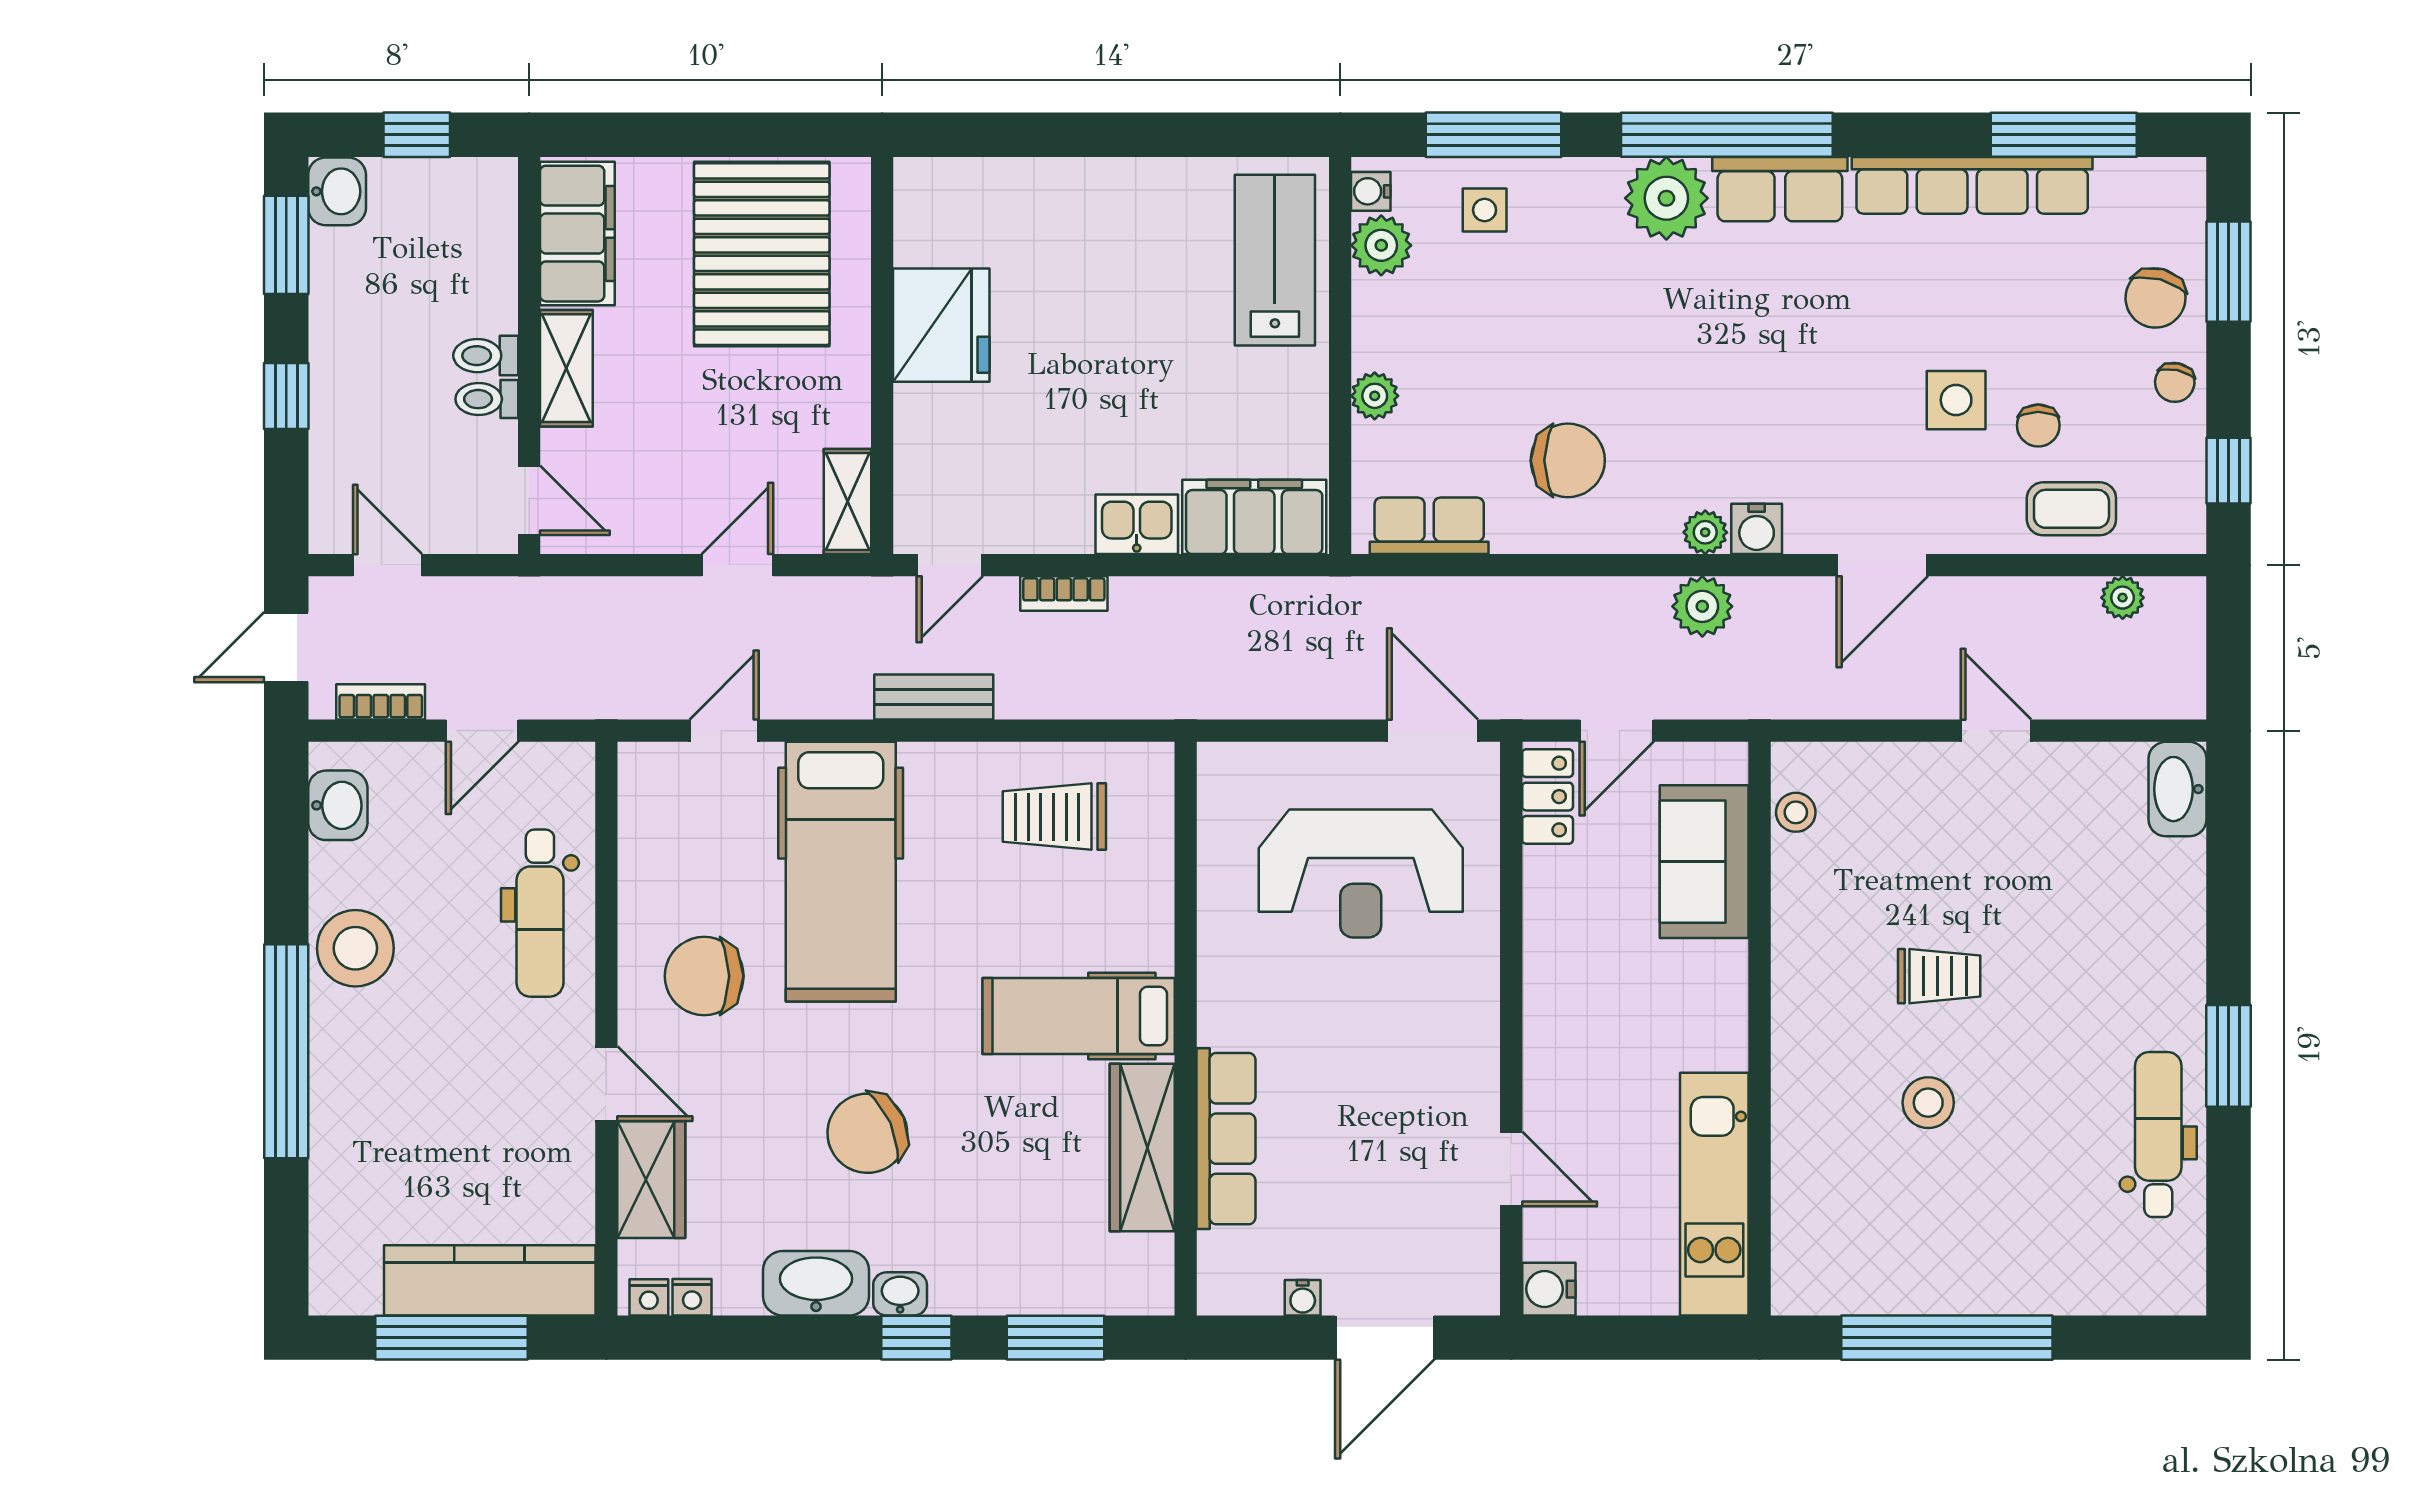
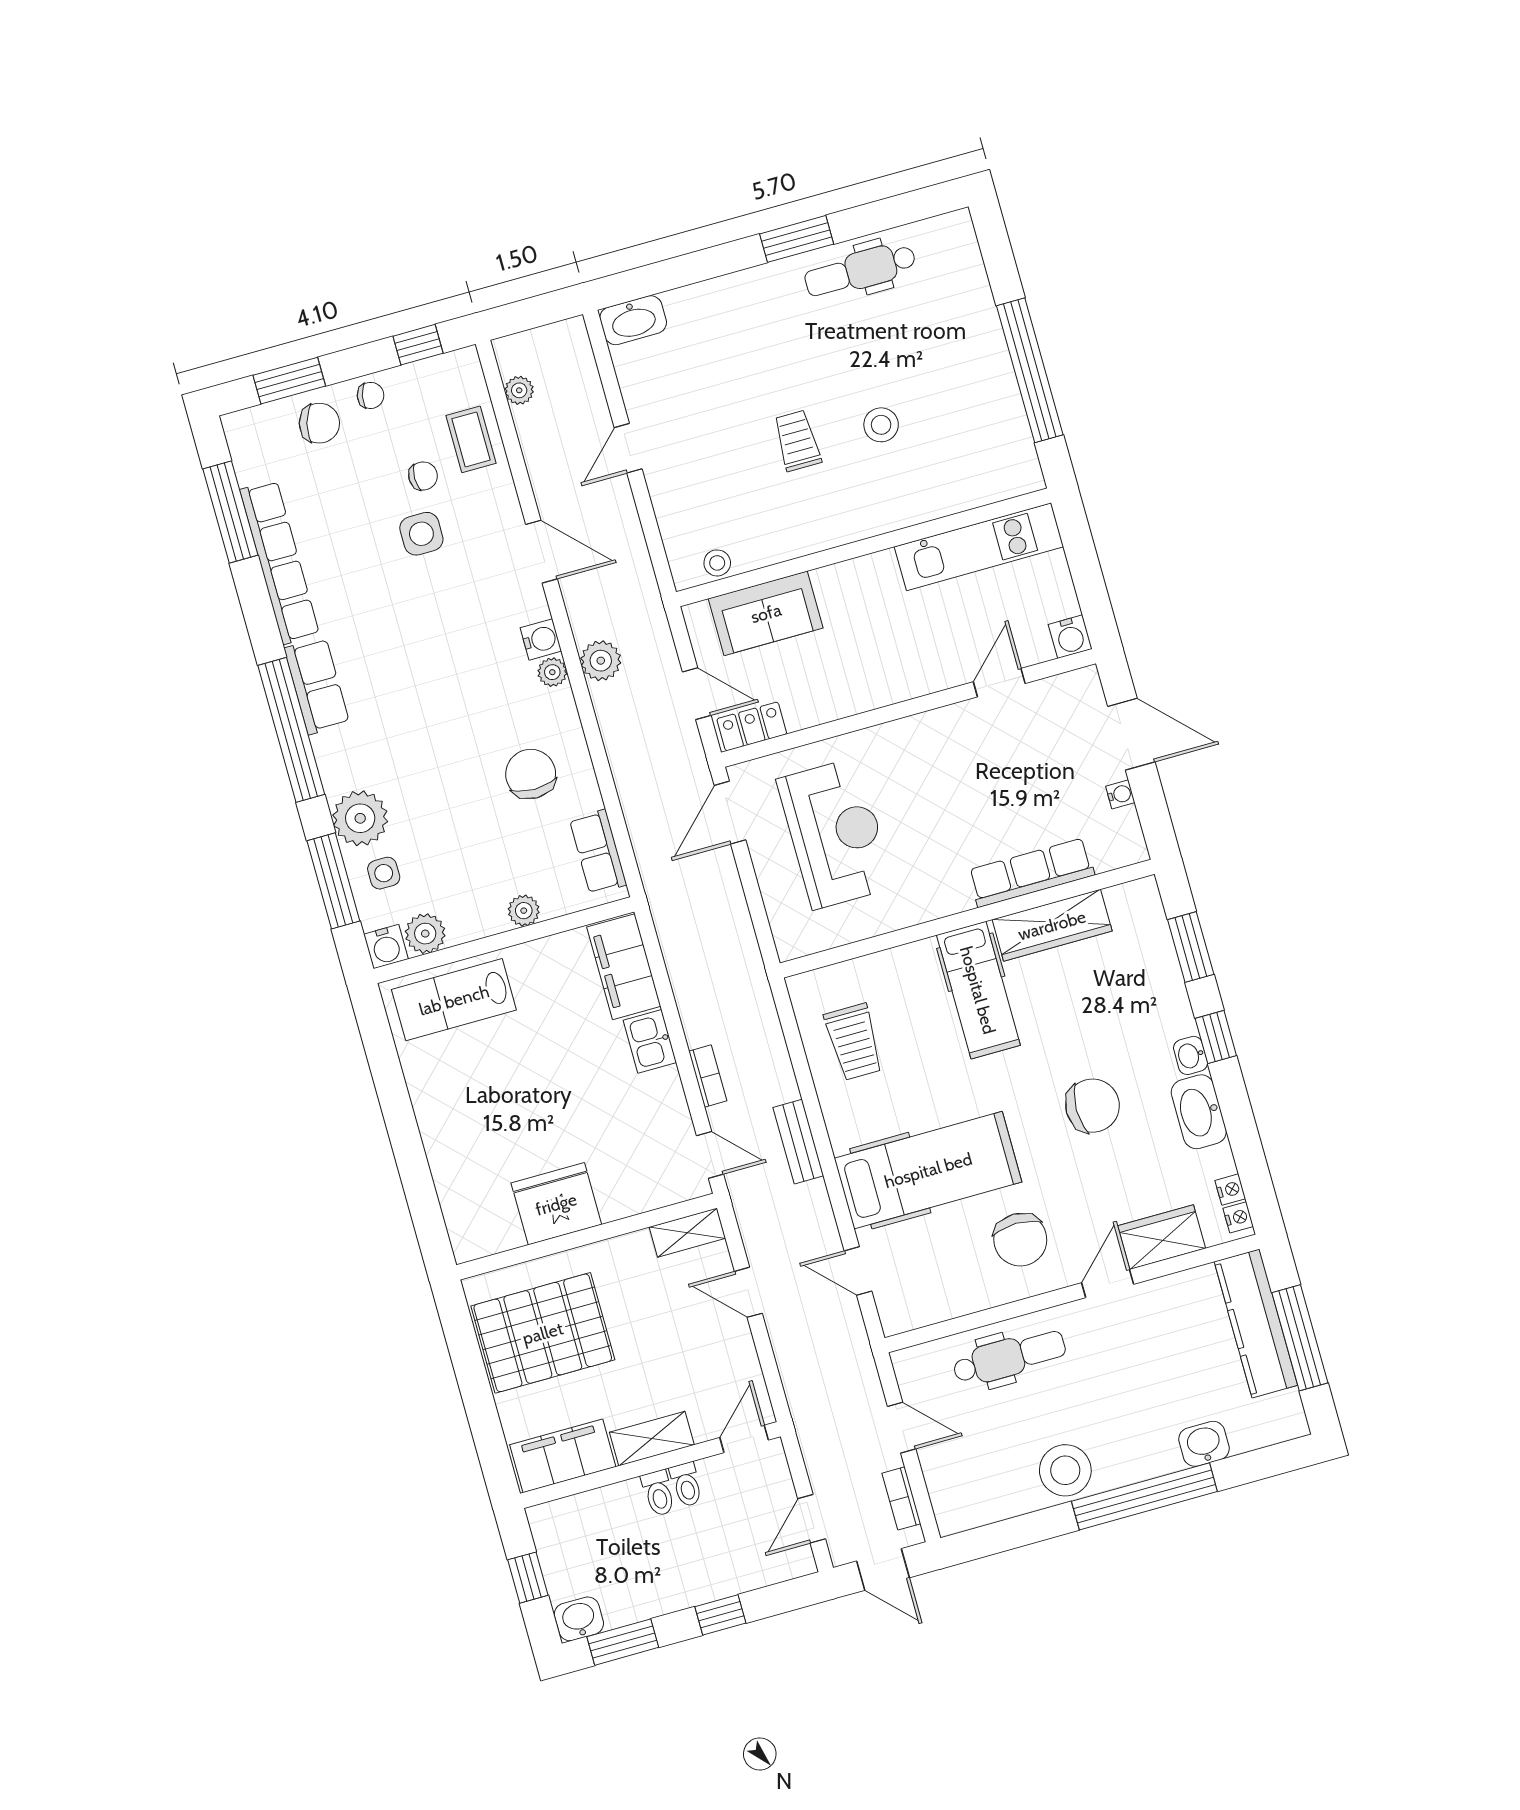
water cooler: (1371, 191) -> (386, 947), width x1.38, depth x1.38
plant: (1666, 198) -> (360, 818), moved
washbasin: (338, 805) -> (1204, 1444), moved
chair: (867, 1133) -> (1092, 1106), turned -66

